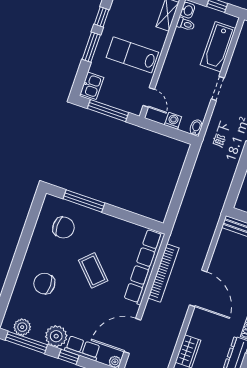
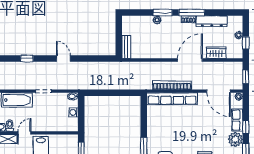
door: (149, 97) -> (24, 133), moved
coffee table: (93, 270) -> (186, 130), removed
door: (198, 288) -> (190, 60), moved

